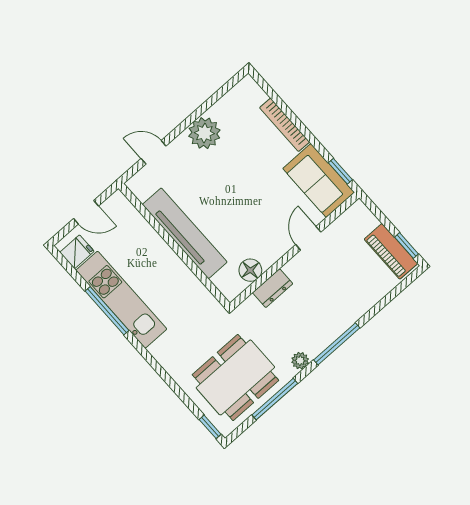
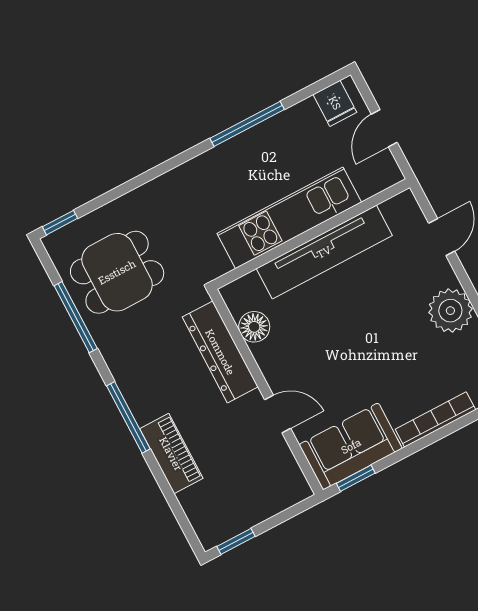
piano: (391, 251) -> (171, 454), moved, turned 90
dresser: (273, 288) -> (220, 352), width x1.96, depth x1.24
kitchen unit: (121, 300) -> (289, 218), moved, turned 180
plant: (300, 361) -> (118, 363), removed
dining table: (235, 377) -> (117, 272), width x0.73

